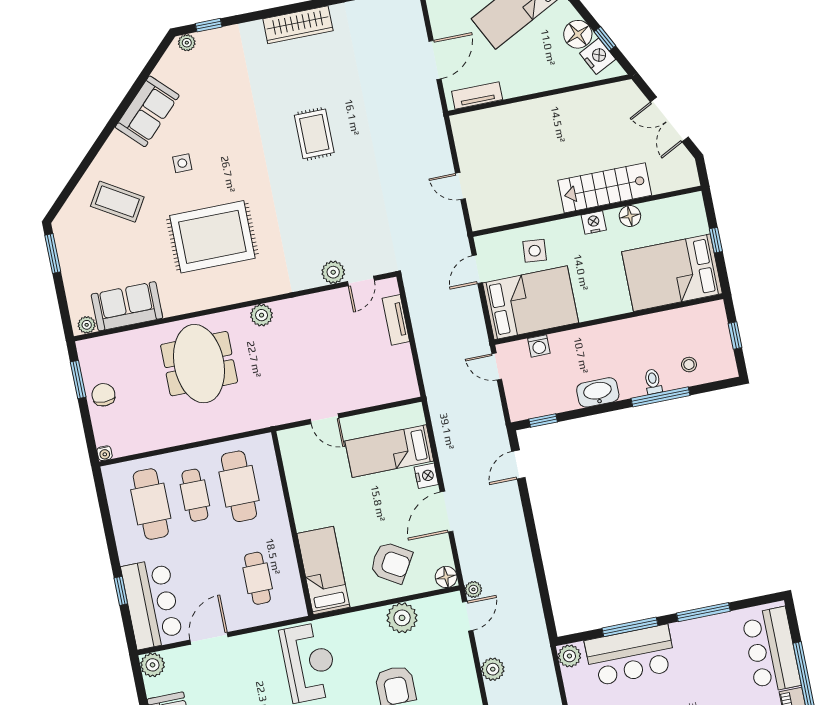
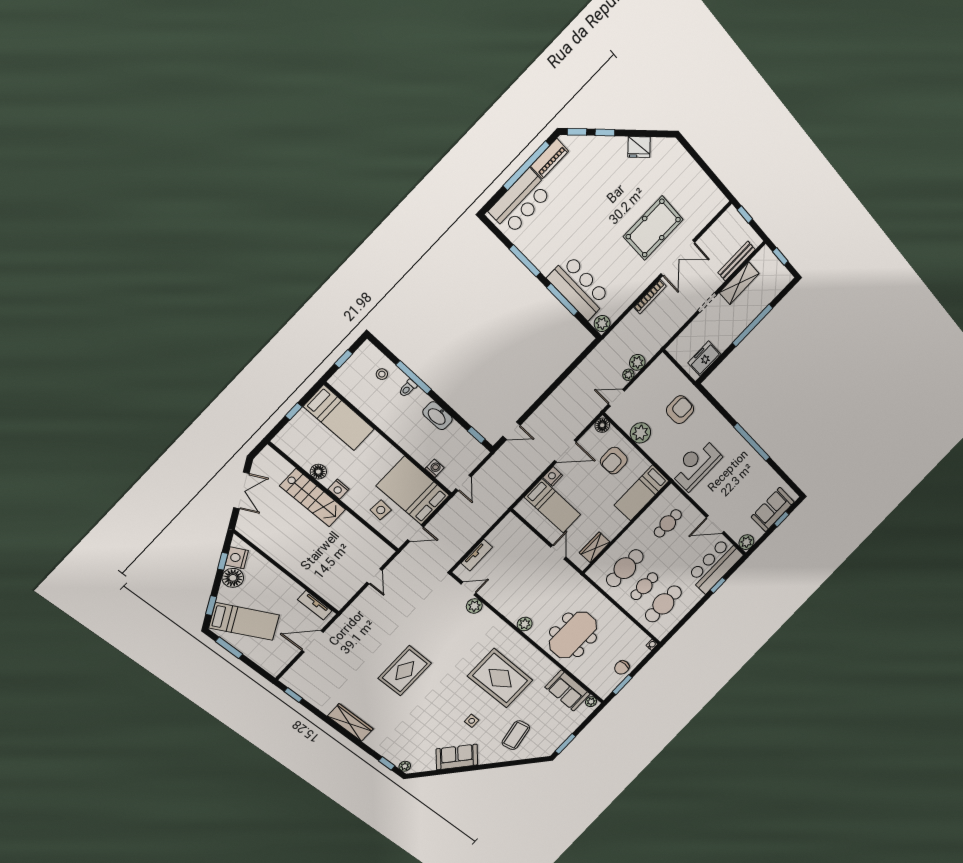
rug: (314, 134) -> (405, 671), width x1.36, depth x1.43
coffee table: (117, 202) -> (516, 735), turned 48
bed: (672, 273) -> (339, 418), width x0.67
wardrobe: (296, 467) -> (595, 547), added
armchair: (391, 563) -> (614, 461), turned -121
plant: (473, 589) -> (628, 375), moved

